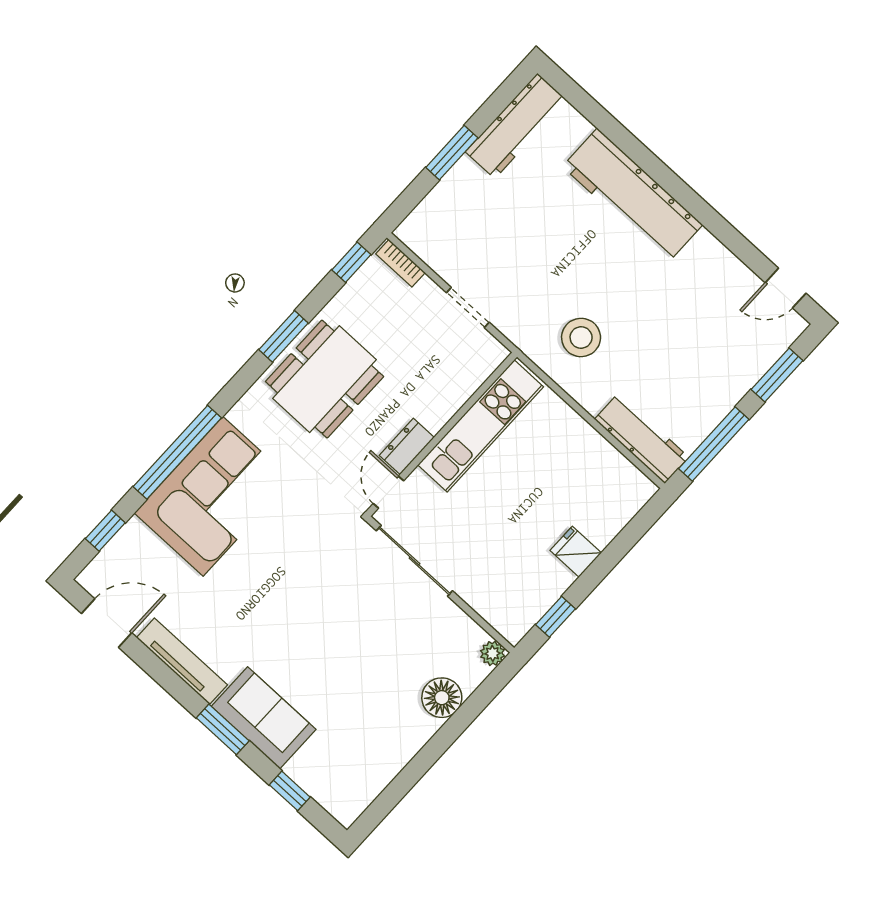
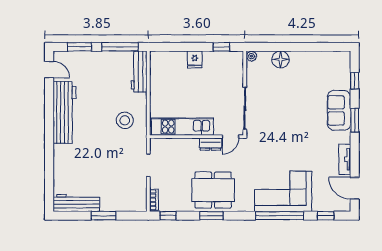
workbench: (632, 196) -> (64, 112), moved
tv unit: (182, 661) -> (345, 159), width x0.71

